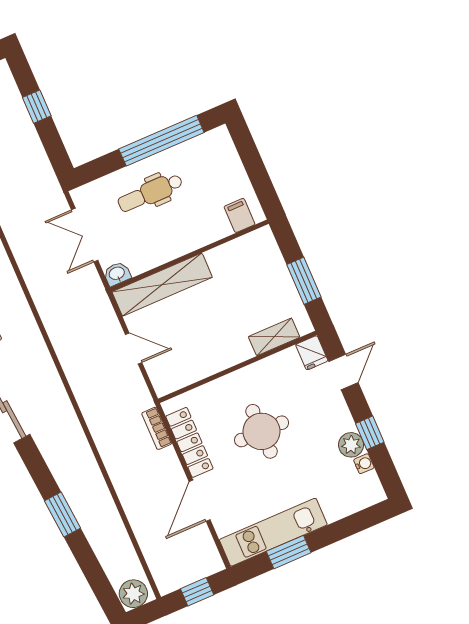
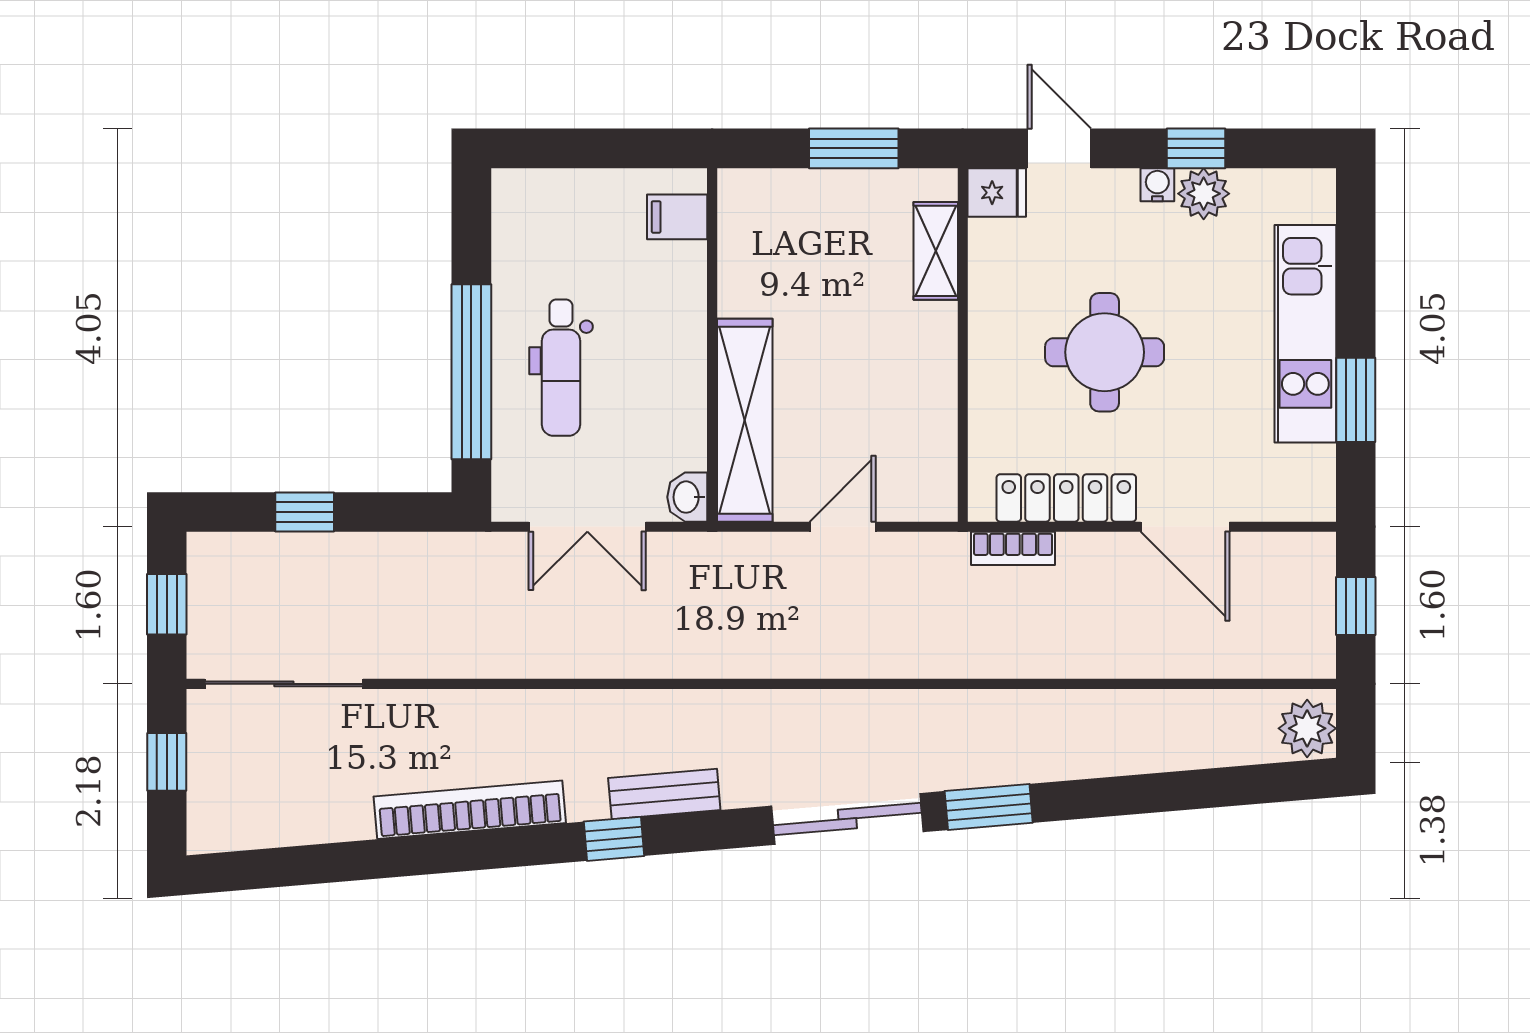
window: (161, 141) -> (471, 372), moved
water cooler: (364, 464) -> (1157, 185), moved
window: (63, 514) -> (989, 807), moved
kitchen unit: (273, 532) -> (1305, 334), moved

